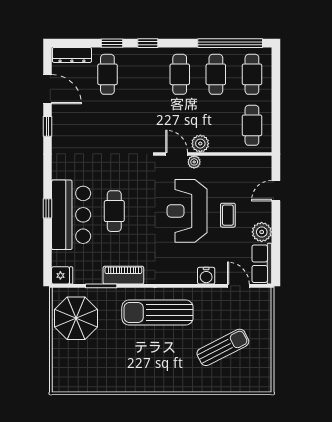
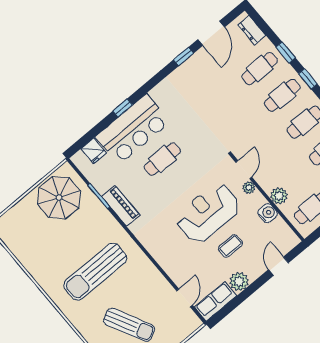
dresser: (72, 55) -> (252, 30), width x0.70
cafe table: (144, 74) -> (282, 95), added
plant: (200, 144) -> (279, 196), moved
door: (276, 191) -> (279, 266), hinge flipped
fridge: (62, 275) -> (94, 151), moved
water cooler: (206, 276) -> (268, 213), moved, turned 180
sun lounger: (157, 313) -> (95, 272), moved, turned -90

